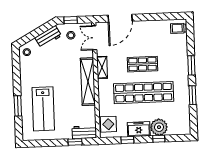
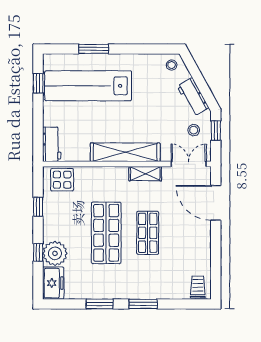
shop shelf: (144, 93) -> (106, 233), width x0.71
lab bench: (43, 109) -> (88, 86), width x1.36
freezer: (139, 129) -> (53, 283), moved
window: (75, 142) -> (38, 83), moved

